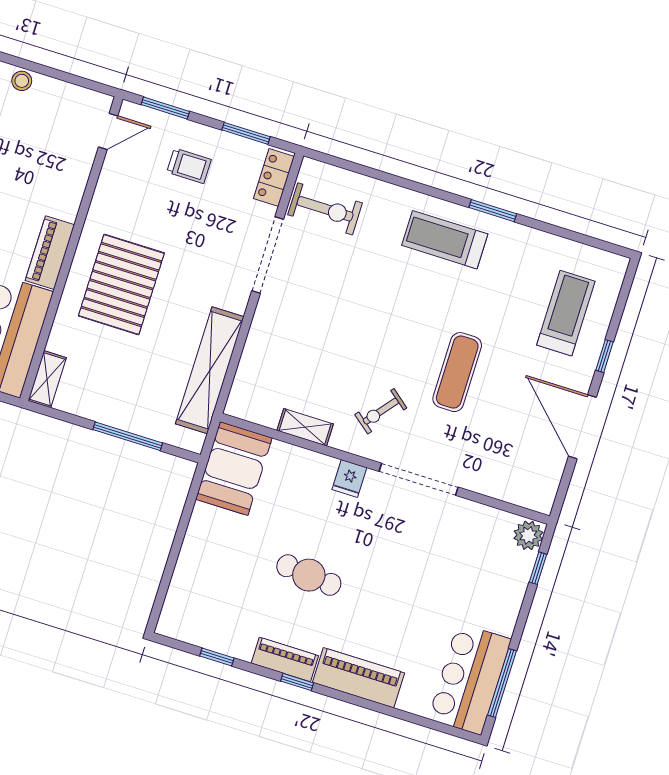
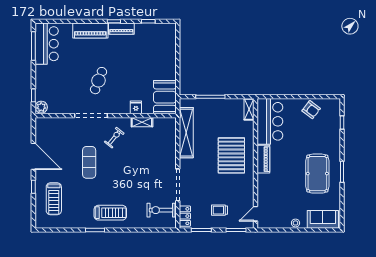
fridge: (349, 478) -> (136, 107), moved
cafe table: (309, 575) -> (99, 81), moved, turned -75

